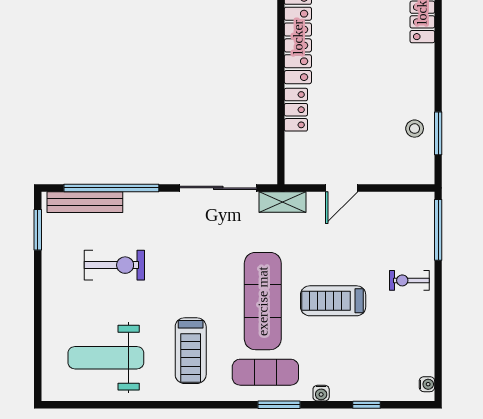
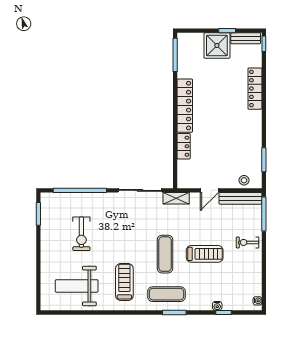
stool: (415, 129) -> (244, 180), moved
bench: (85, 202) -> (240, 198), moved
exercise bike: (114, 265) -> (81, 234), turned 90
exercise mat: (263, 301) -> (165, 254), width x0.73, depth x0.69
treadmill: (333, 301) -> (205, 254), turned 180
treadmill: (191, 351) -> (124, 282), turned 180
water cooler: (321, 393) -> (217, 306), moved

